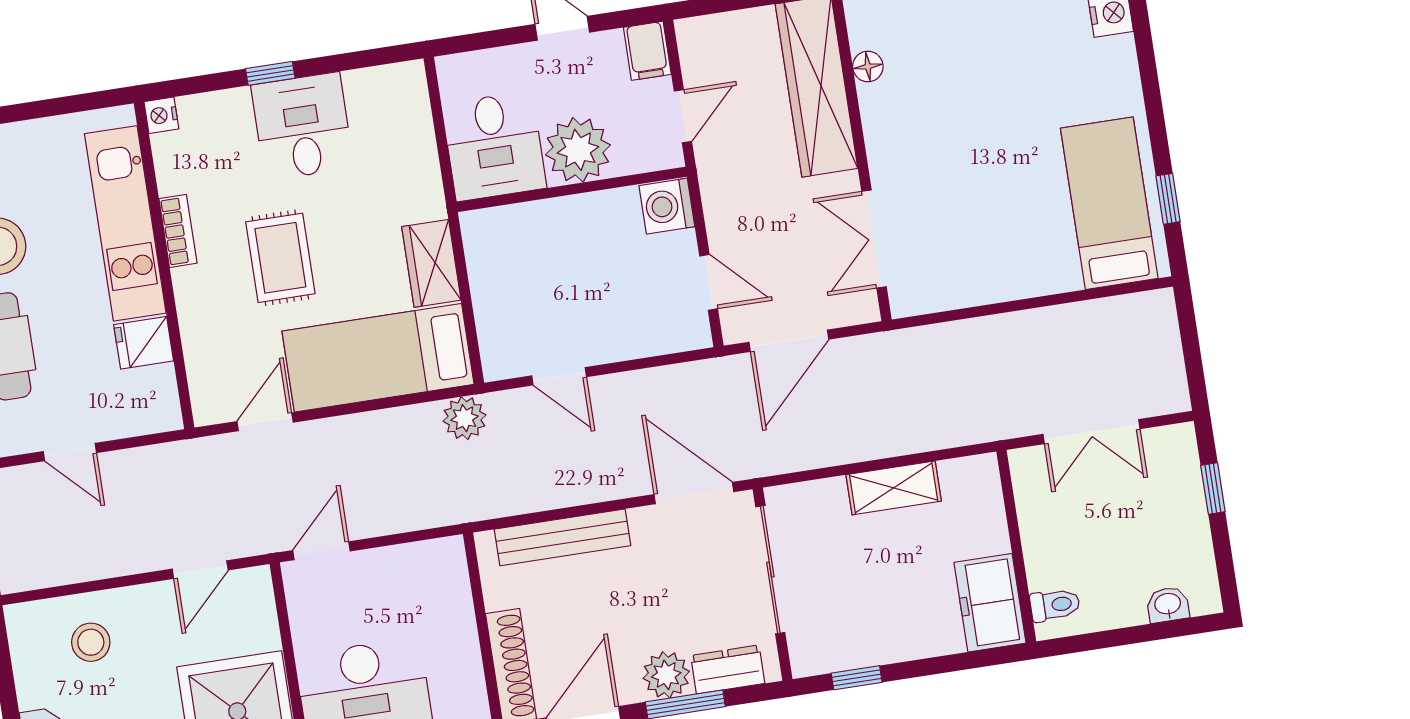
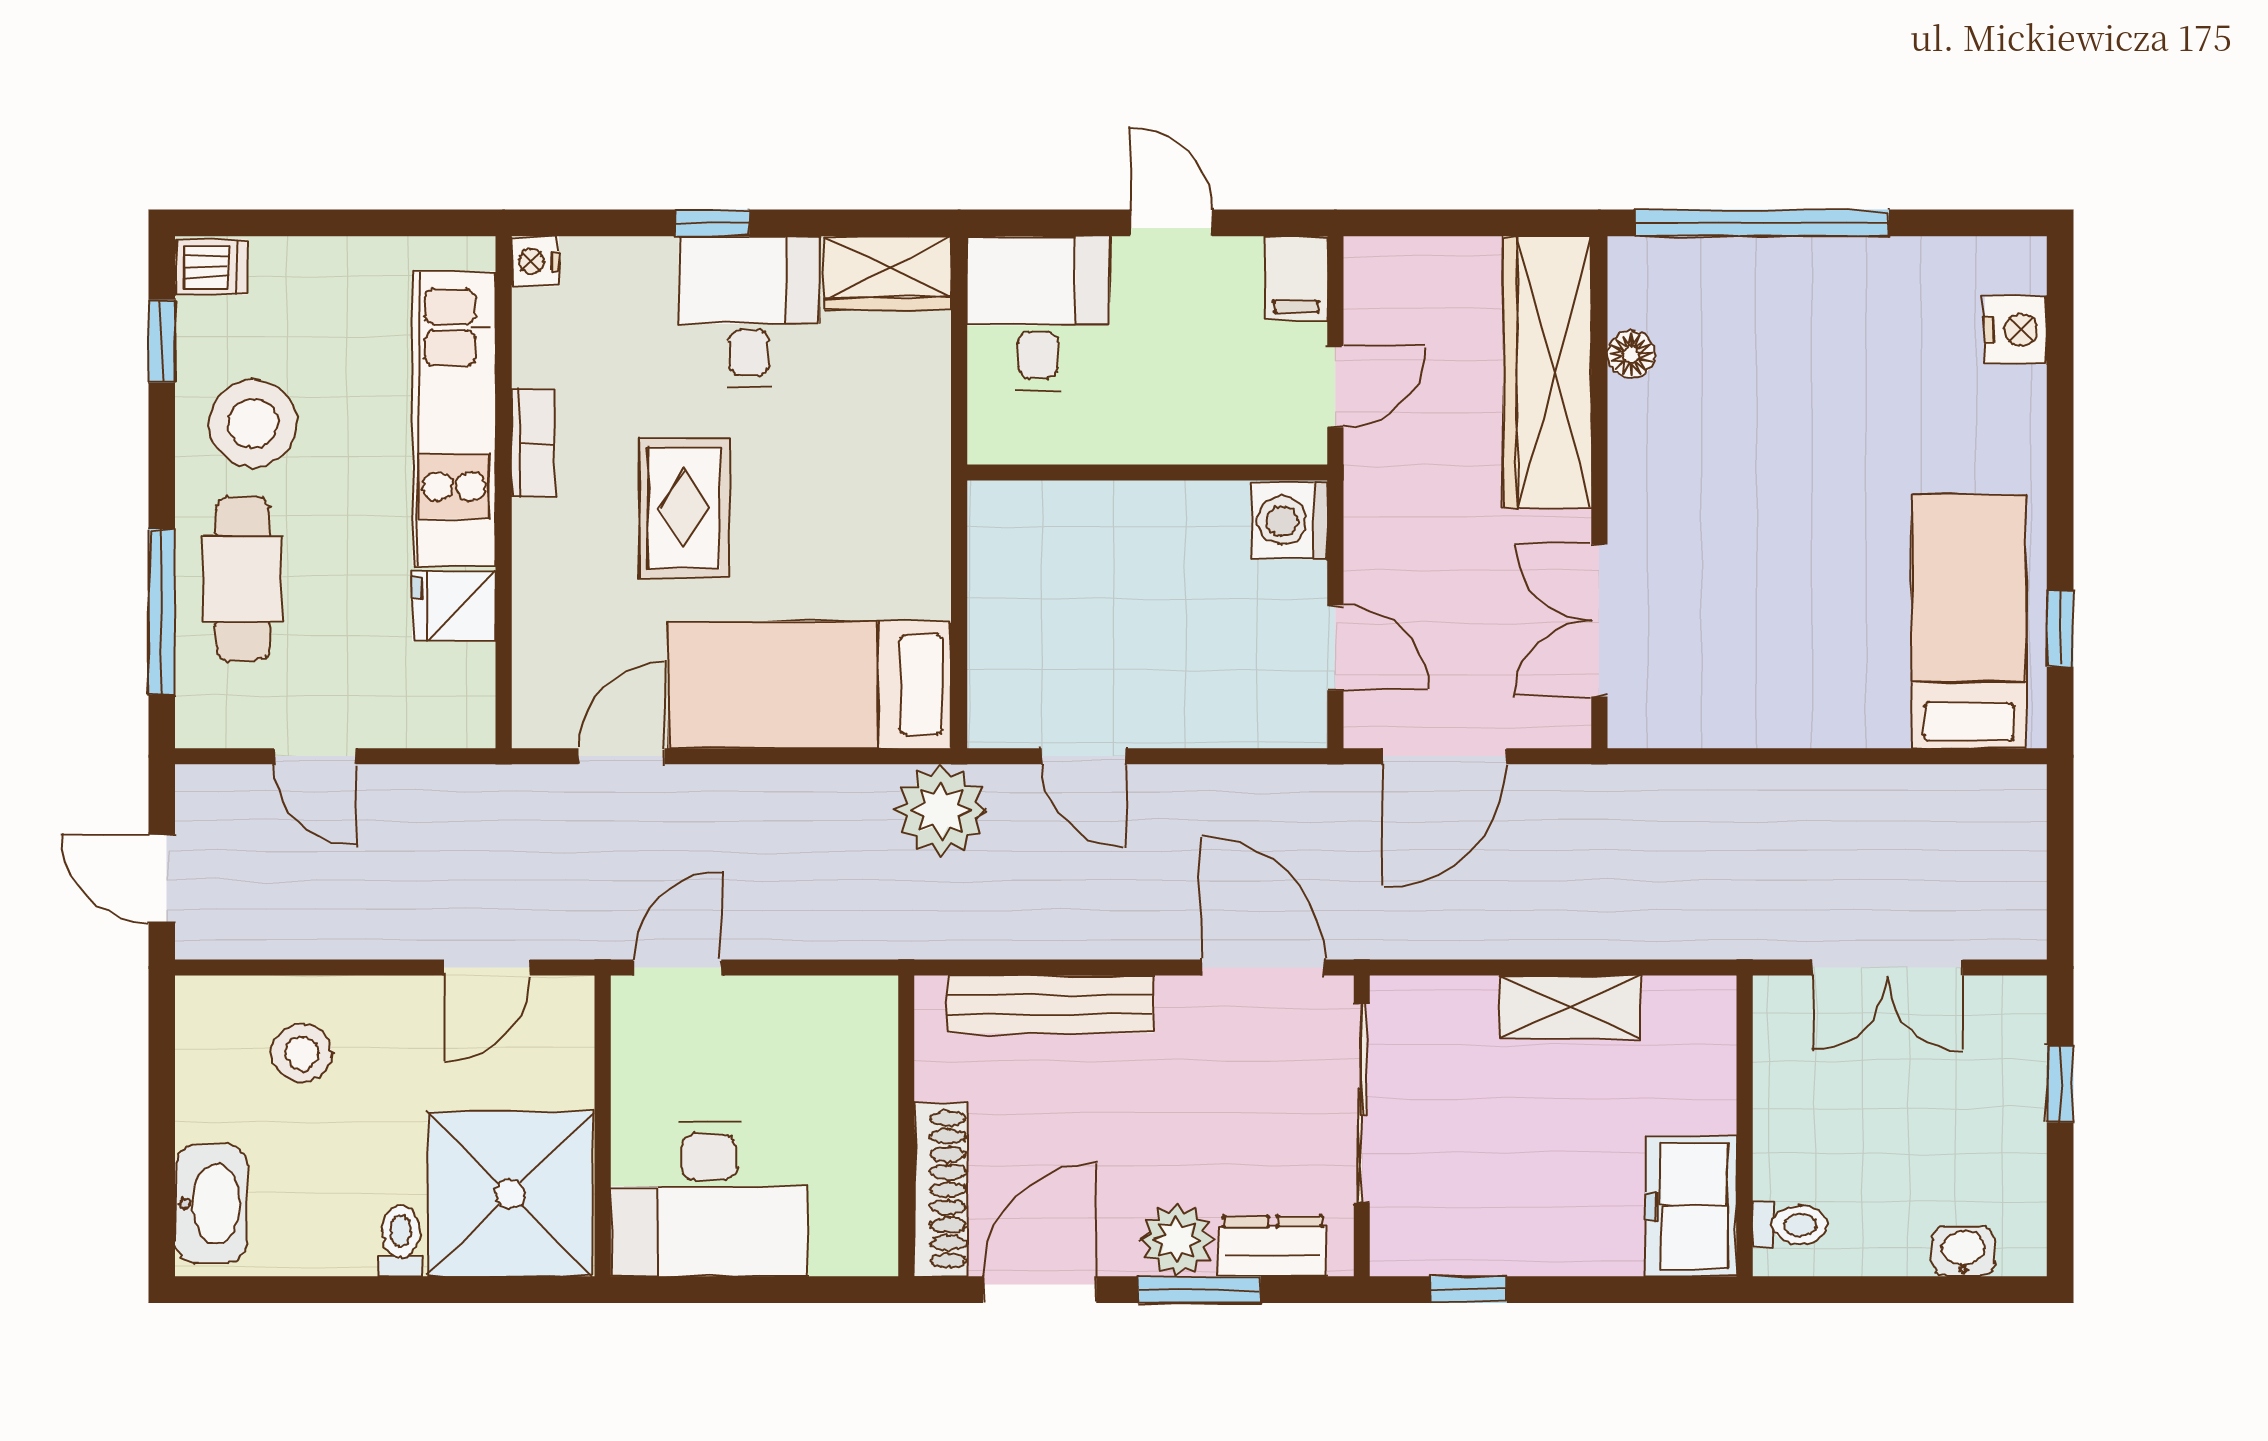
desk: (494, 146) -> (1038, 313), moved, turned 180
plant: (578, 150) -> (1166, 413), removed
wardrobe: (431, 263) -> (888, 273), moved, turned -90
plant: (464, 418) -> (941, 810), width x1.36, depth x1.36

